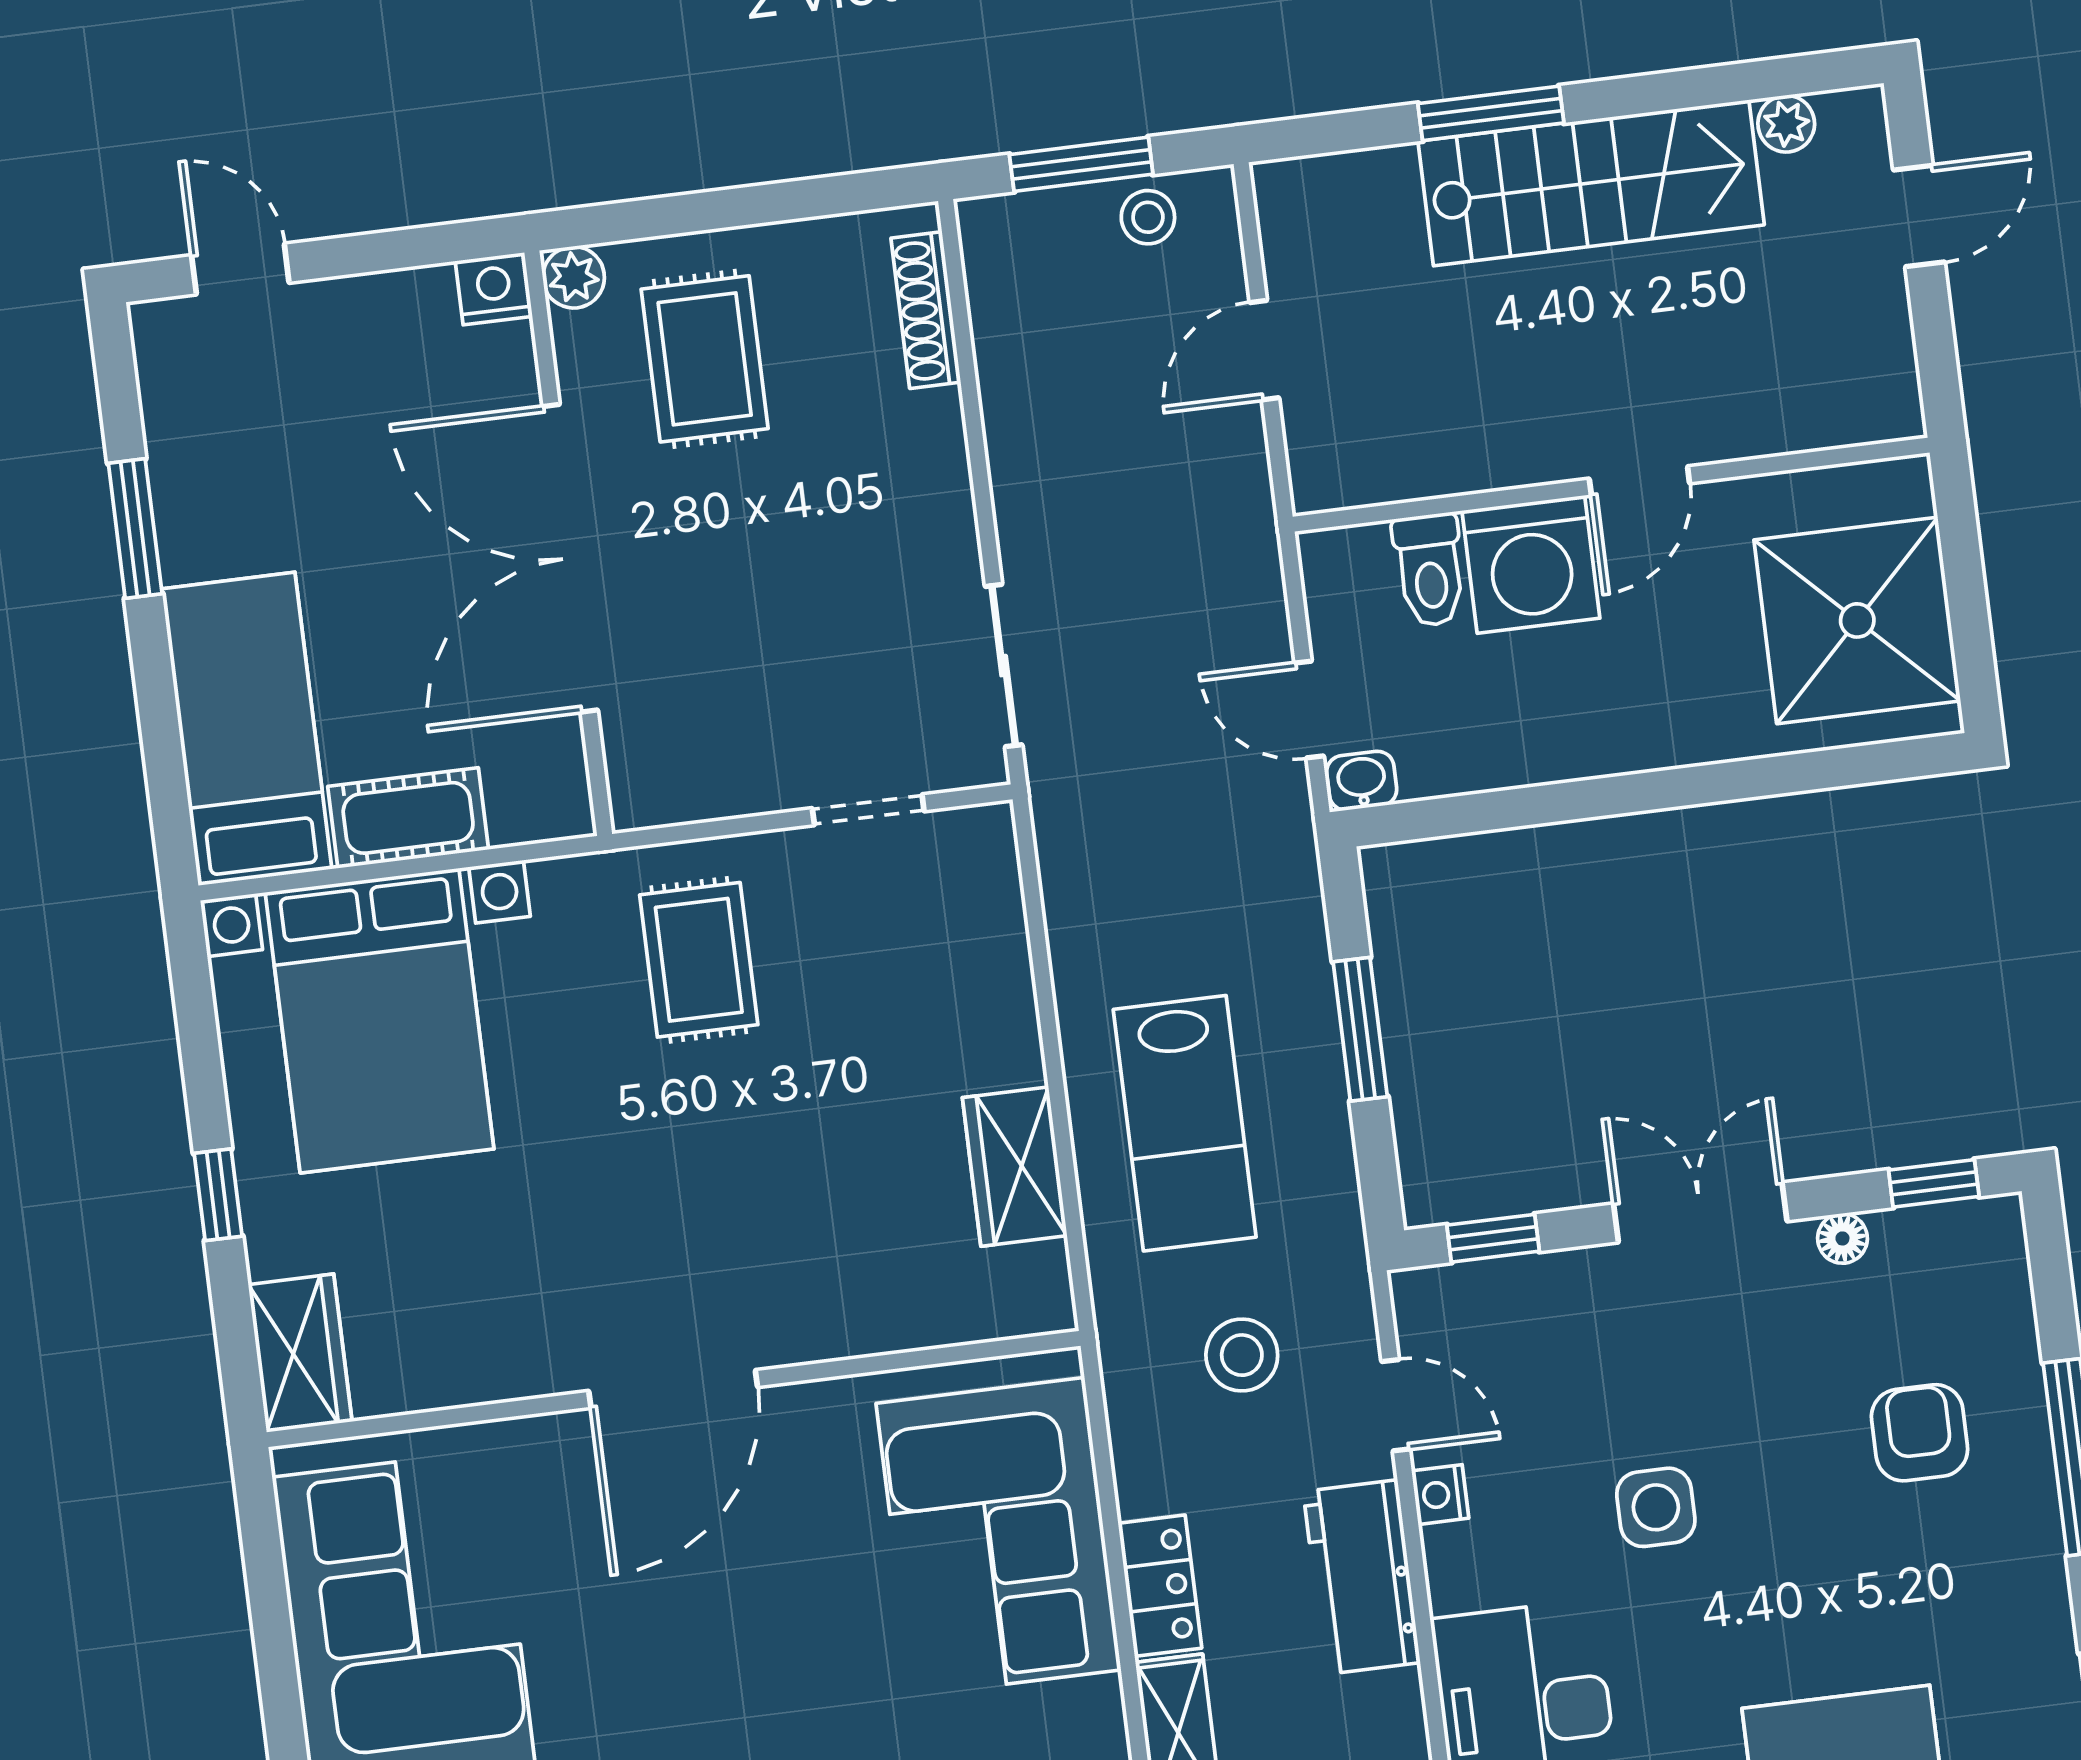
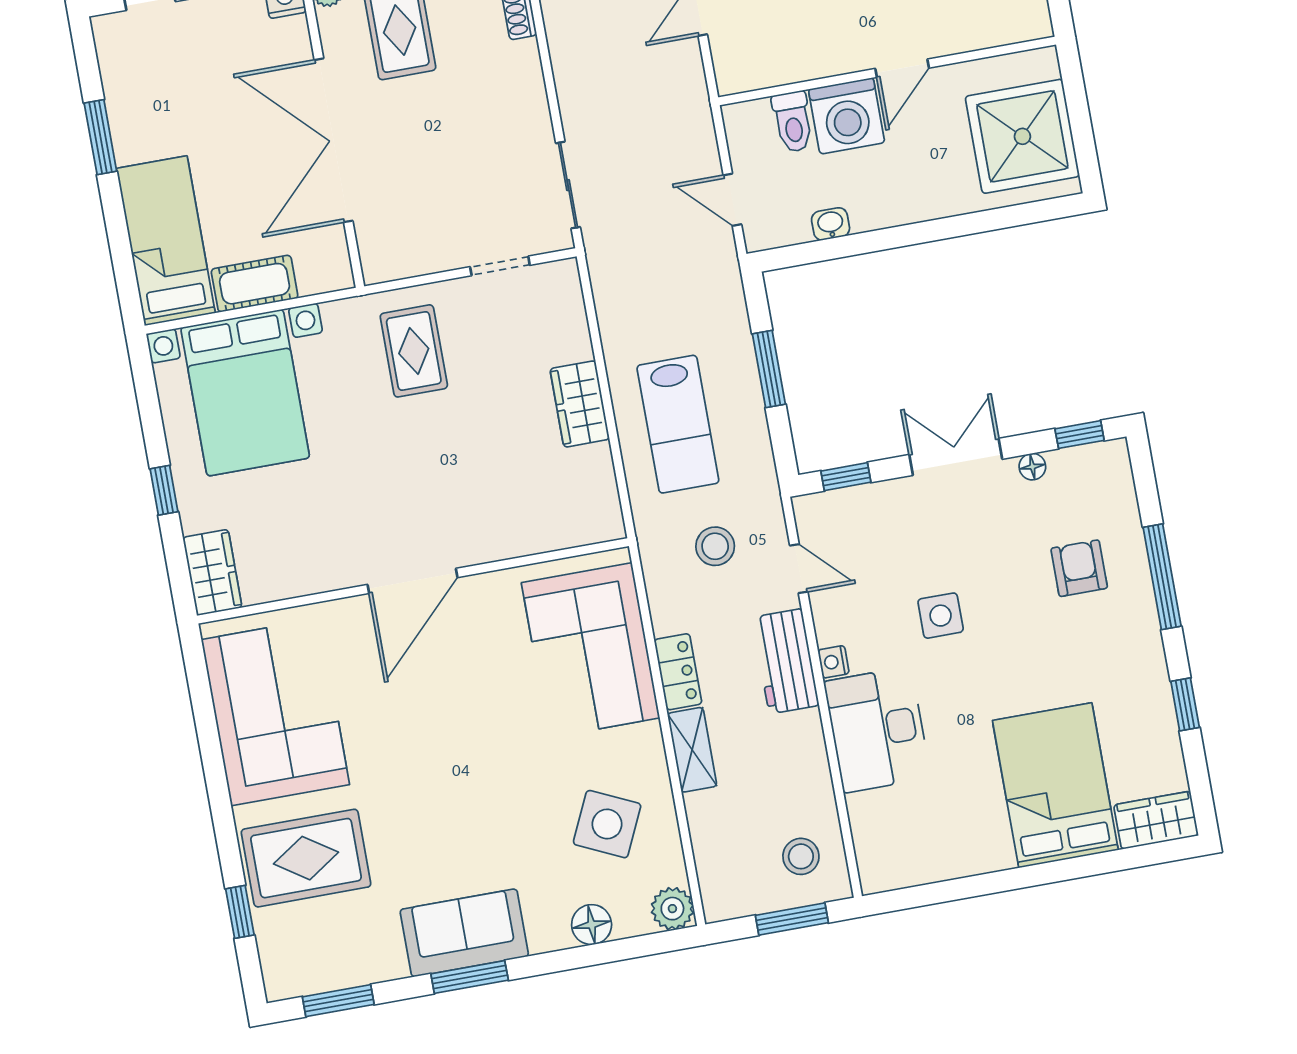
washbasin: (1362, 781) -> (831, 224), moved
wardrobe: (1015, 1167) -> (580, 404), moved
nightstand: (1440, 1495) -> (833, 662), moved

